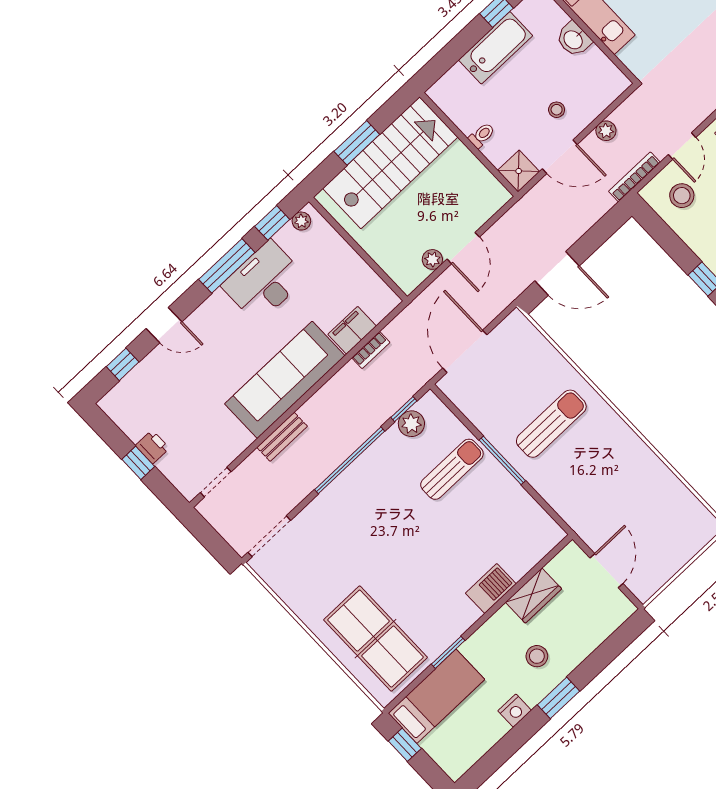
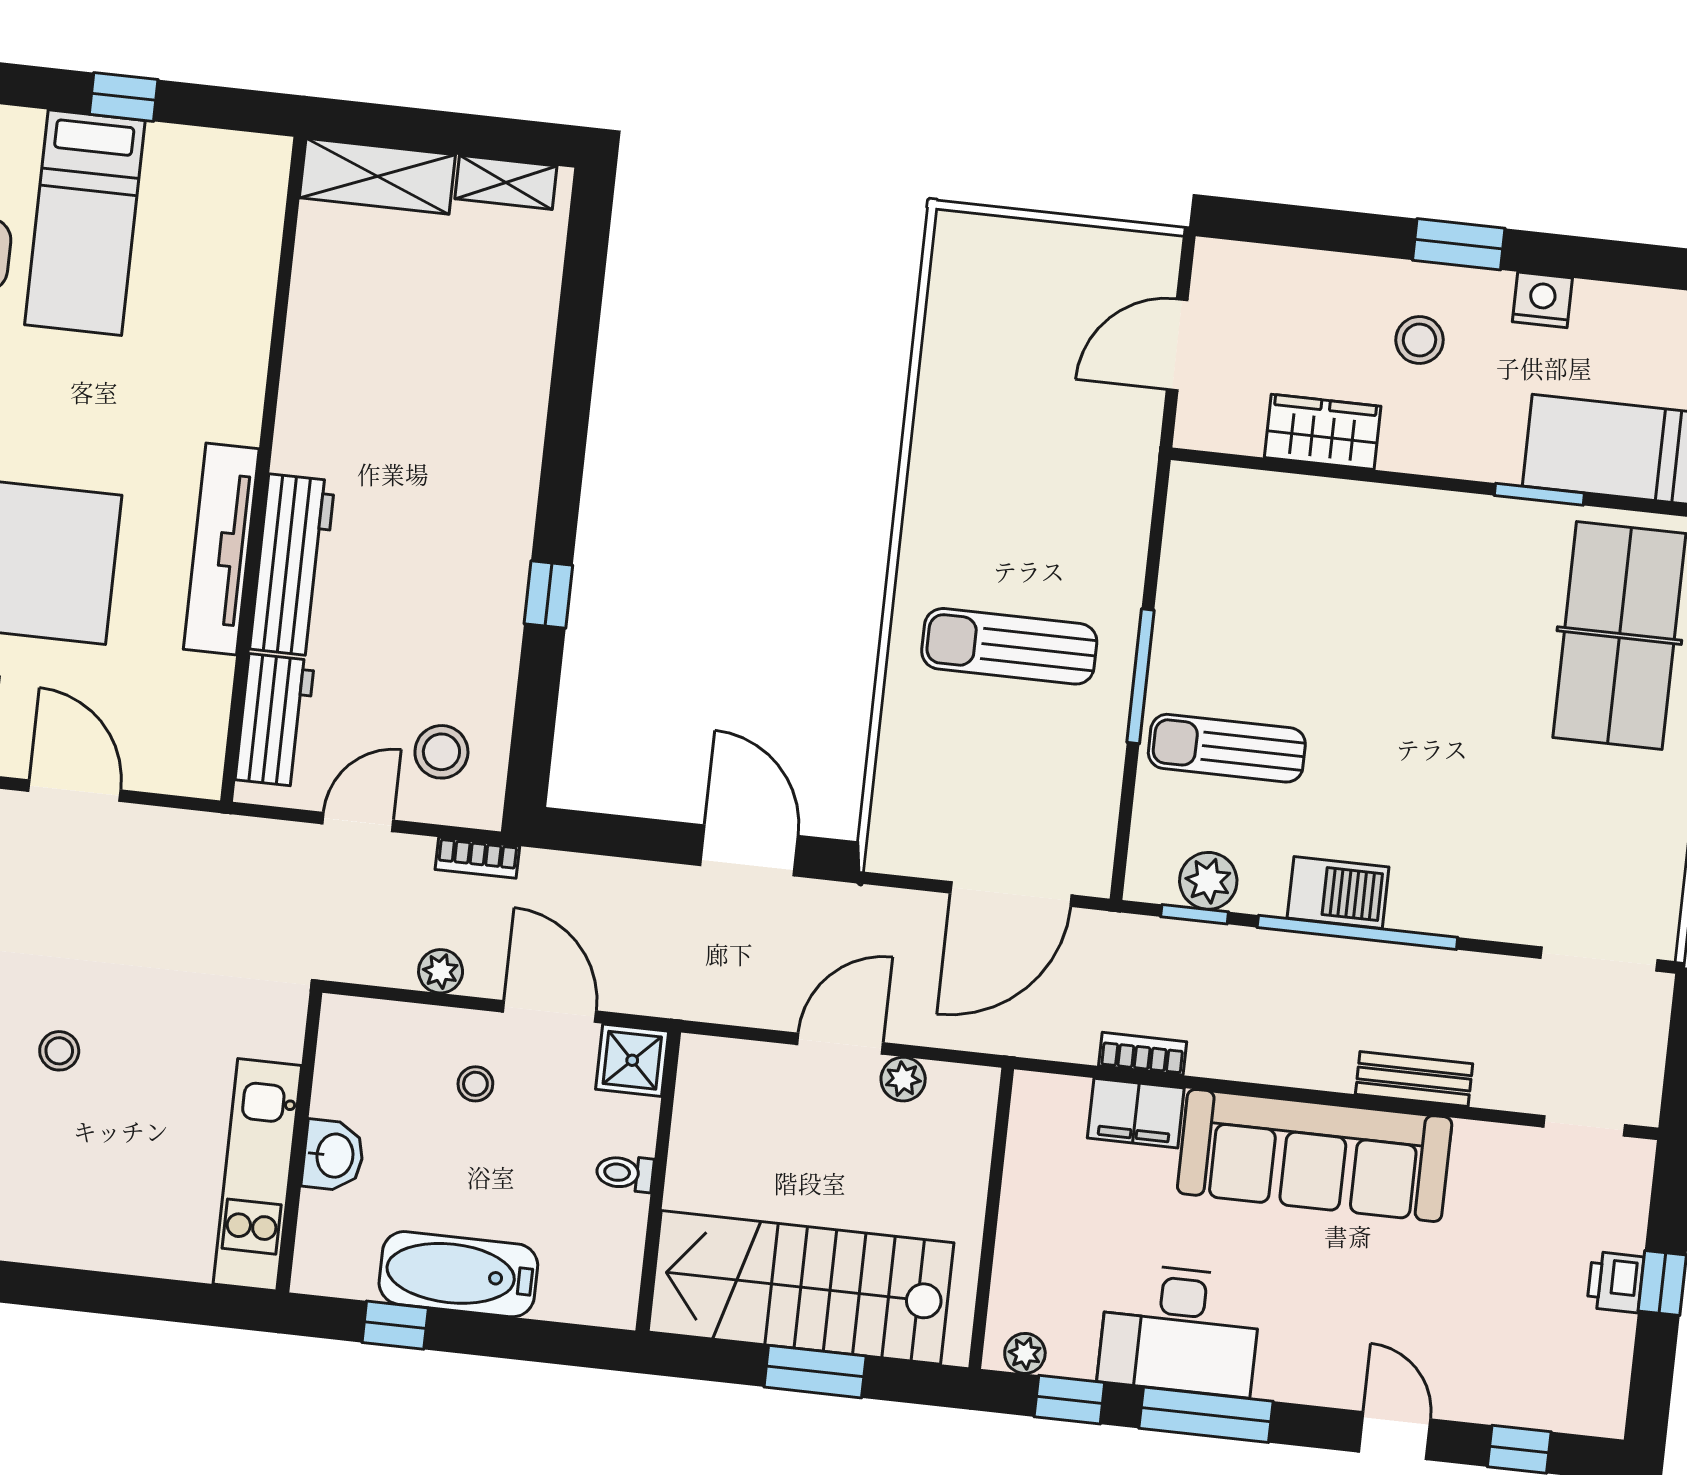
bookcase: (634, 177) -> (477, 858), width x0.64
barbecue: (491, 588) -> (1338, 892), moved, turned 180

